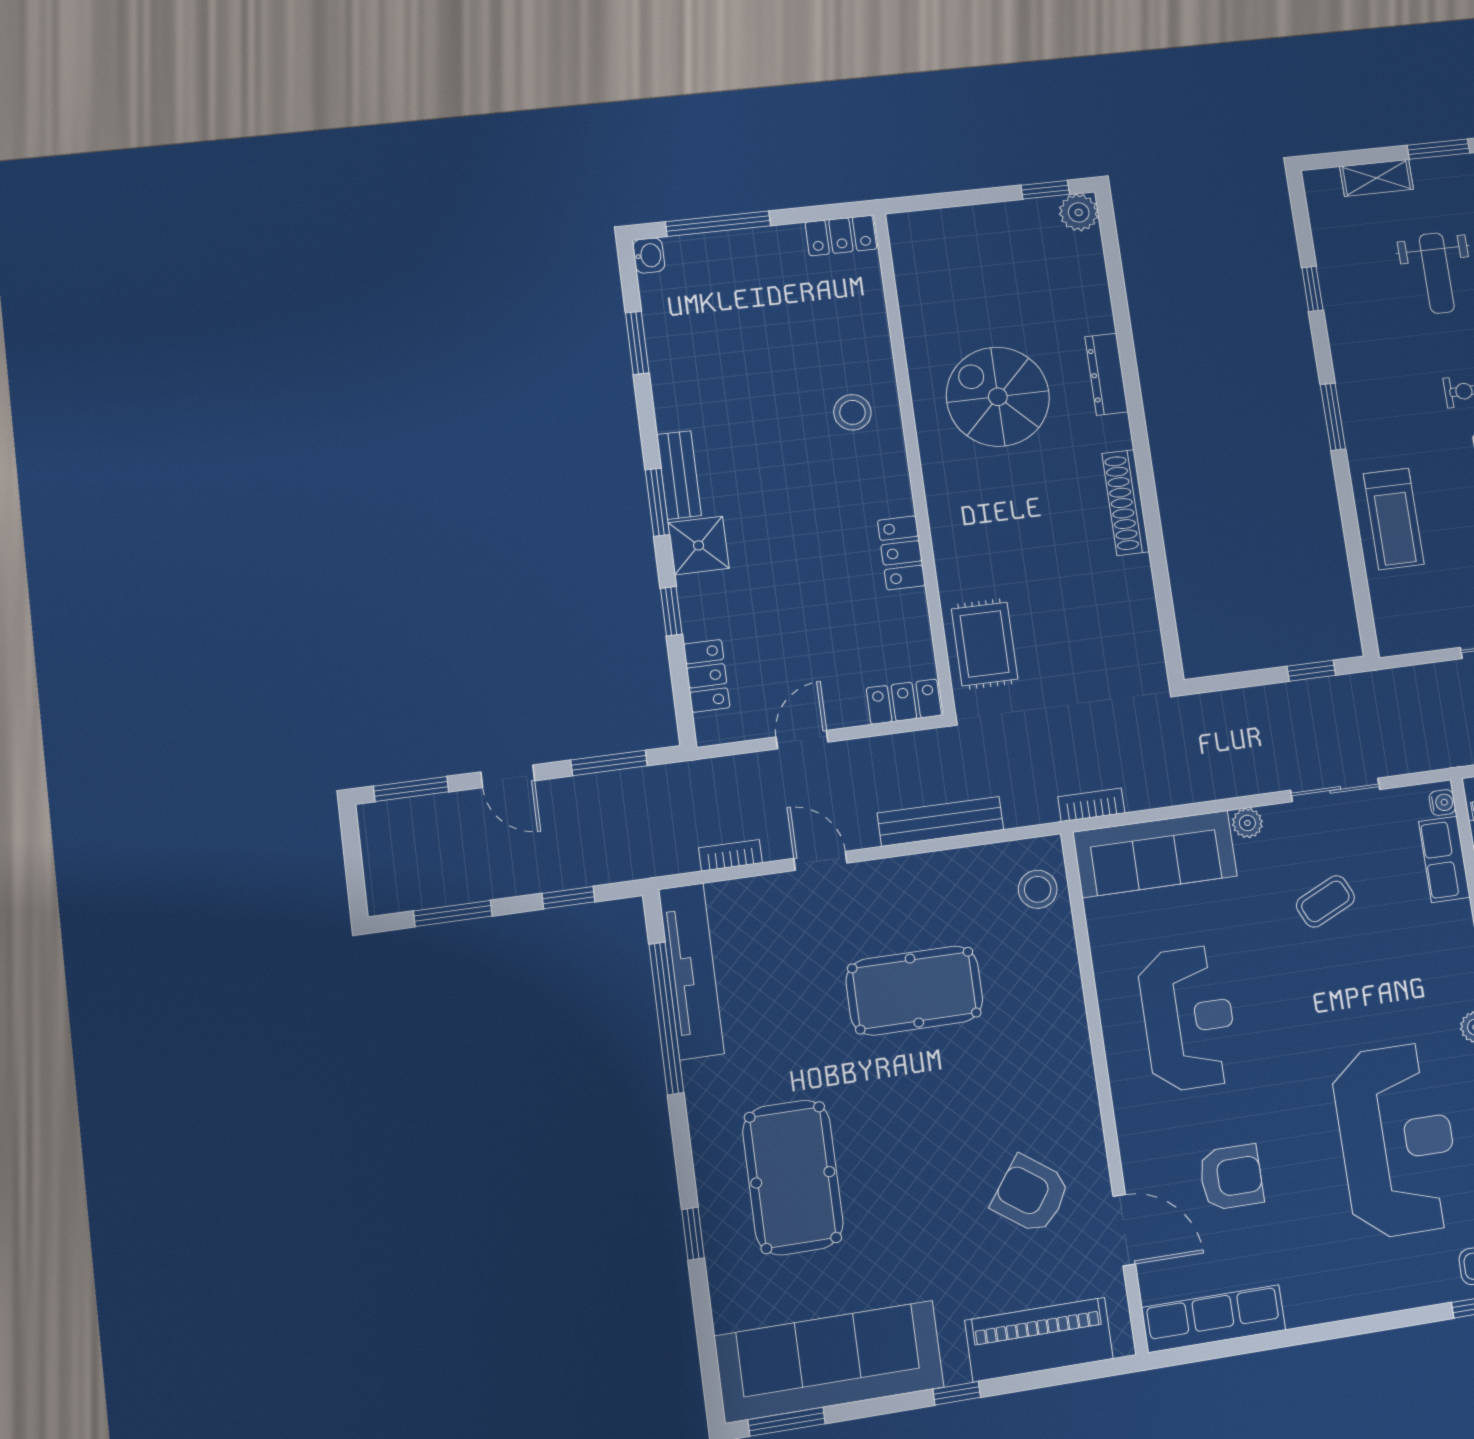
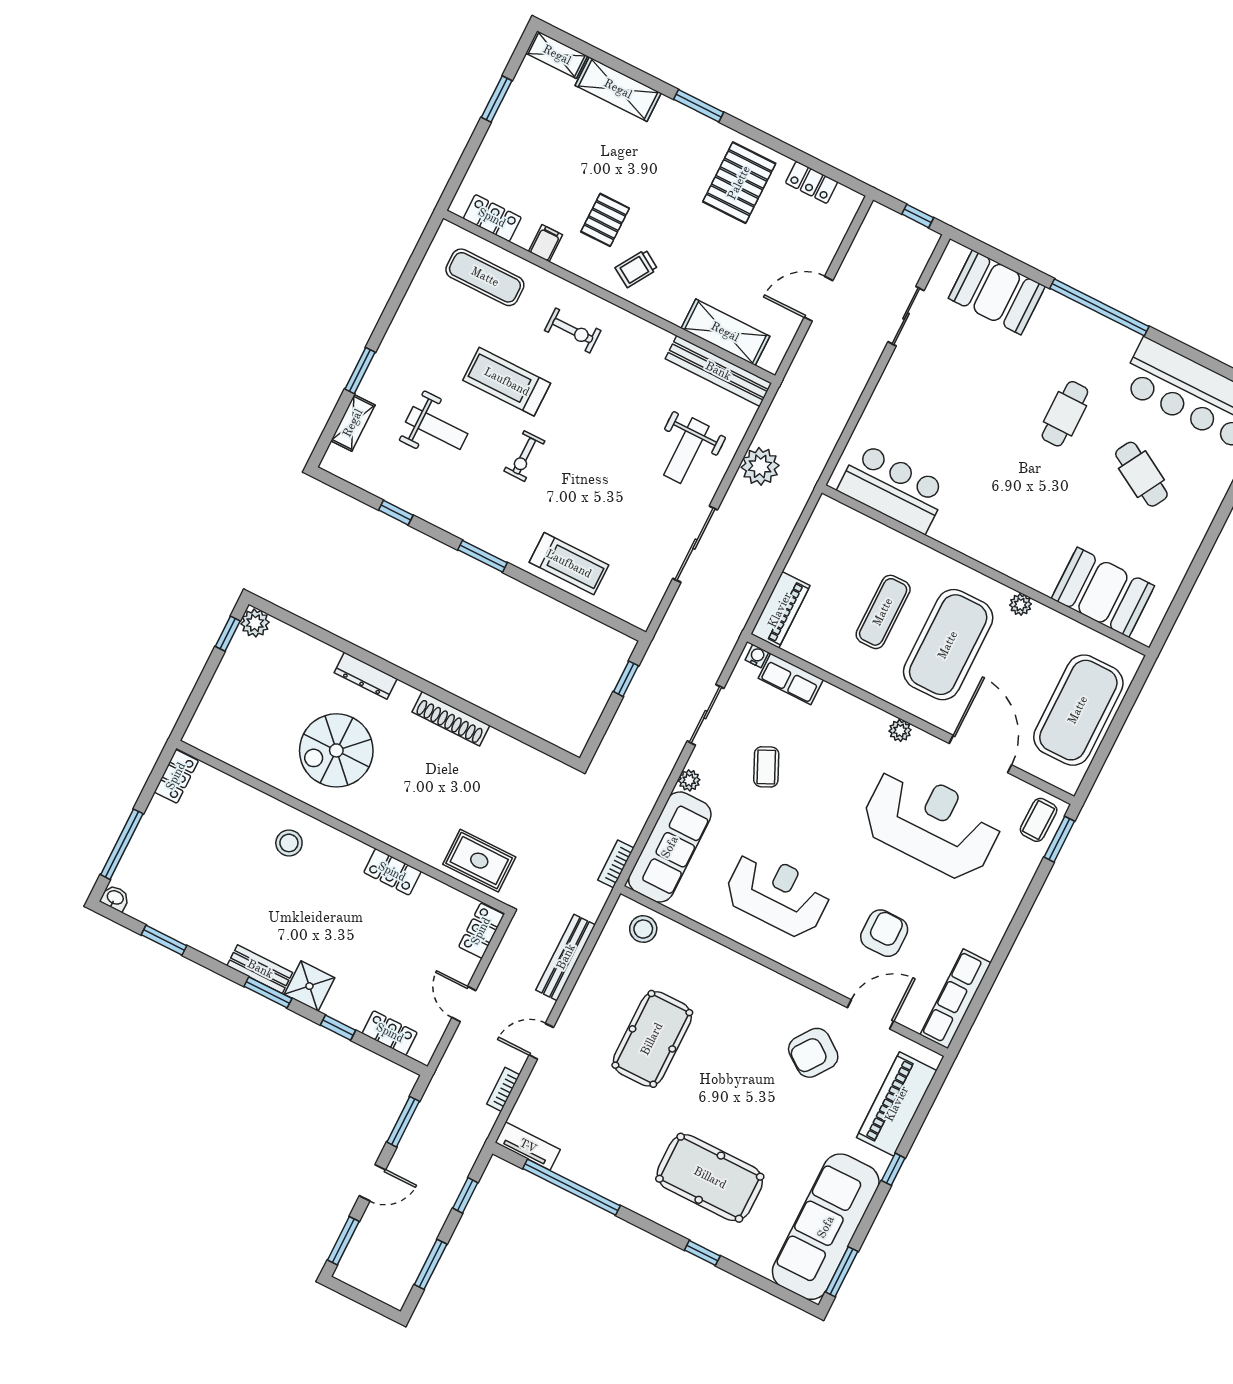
tv unit: (691, 971) -> (528, 1146), width x0.52, depth x0.78

